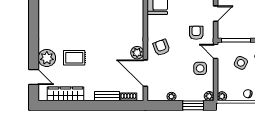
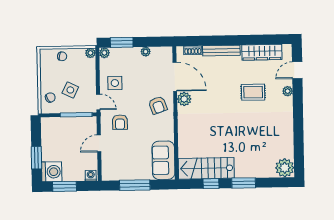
plant: (47, 58) -> (288, 91), width x0.53, depth x0.53
door: (34, 77) -> (297, 70), hinge flipped
bench: (107, 96) -> (221, 51), width x1.36

